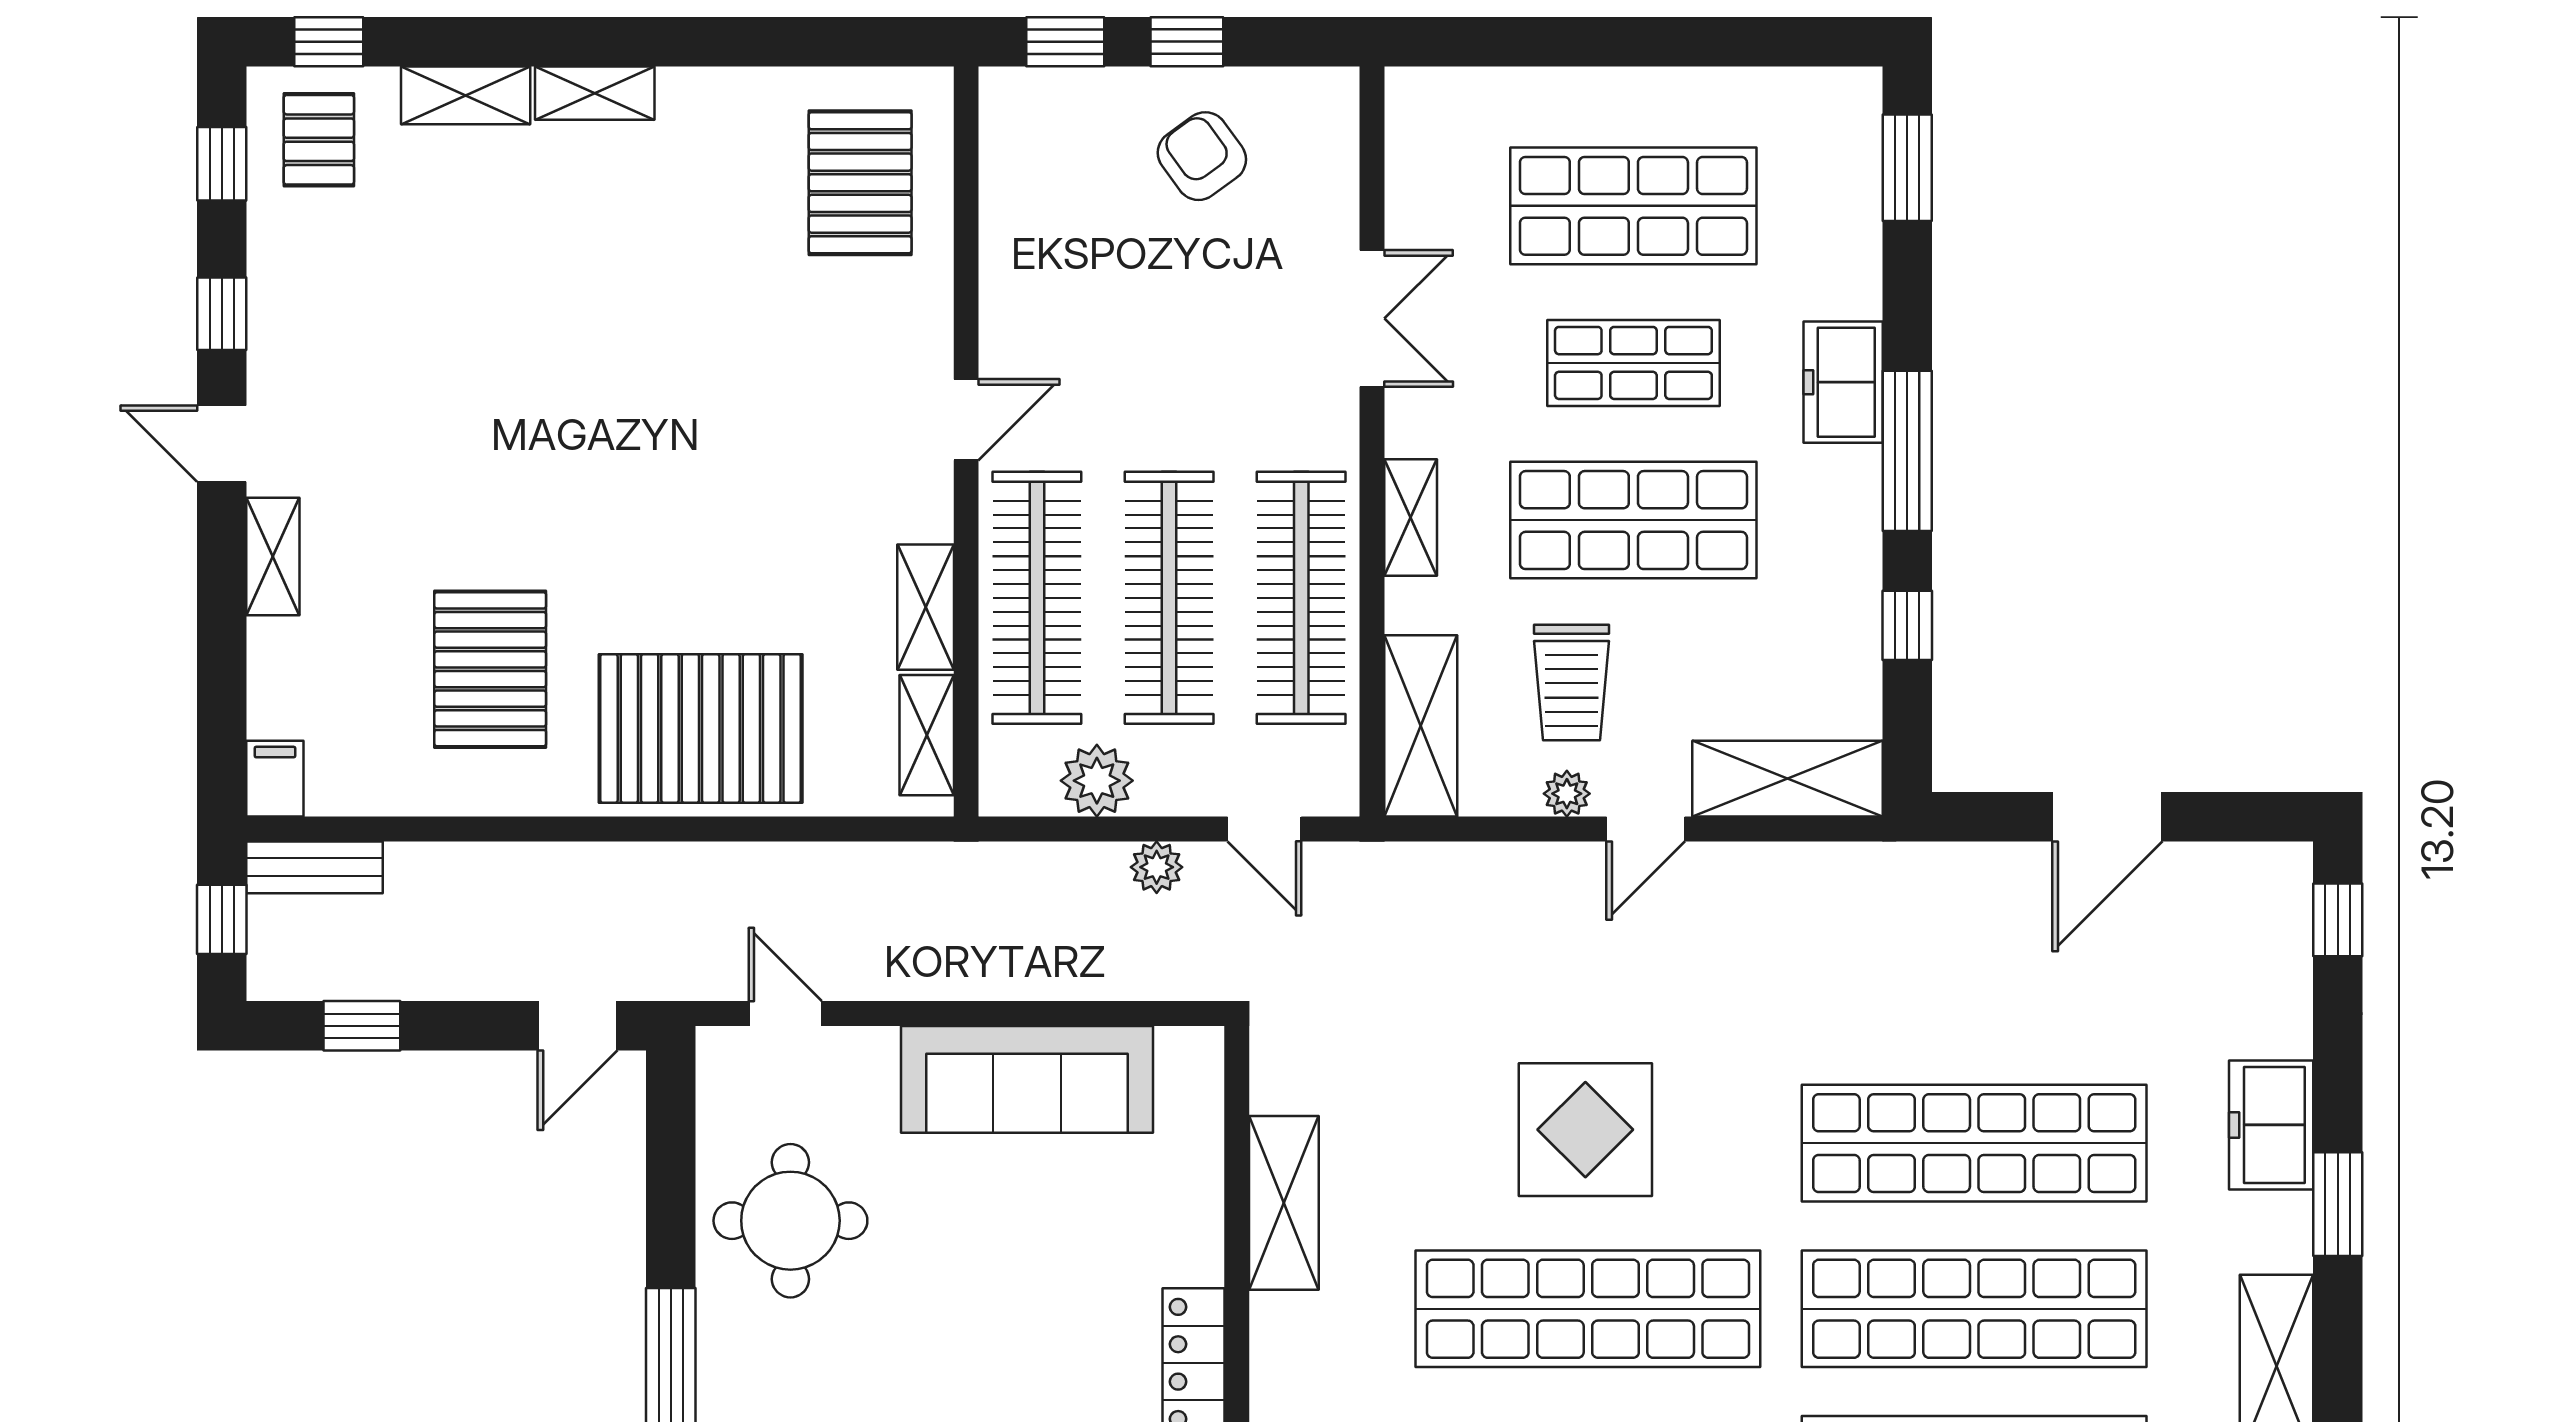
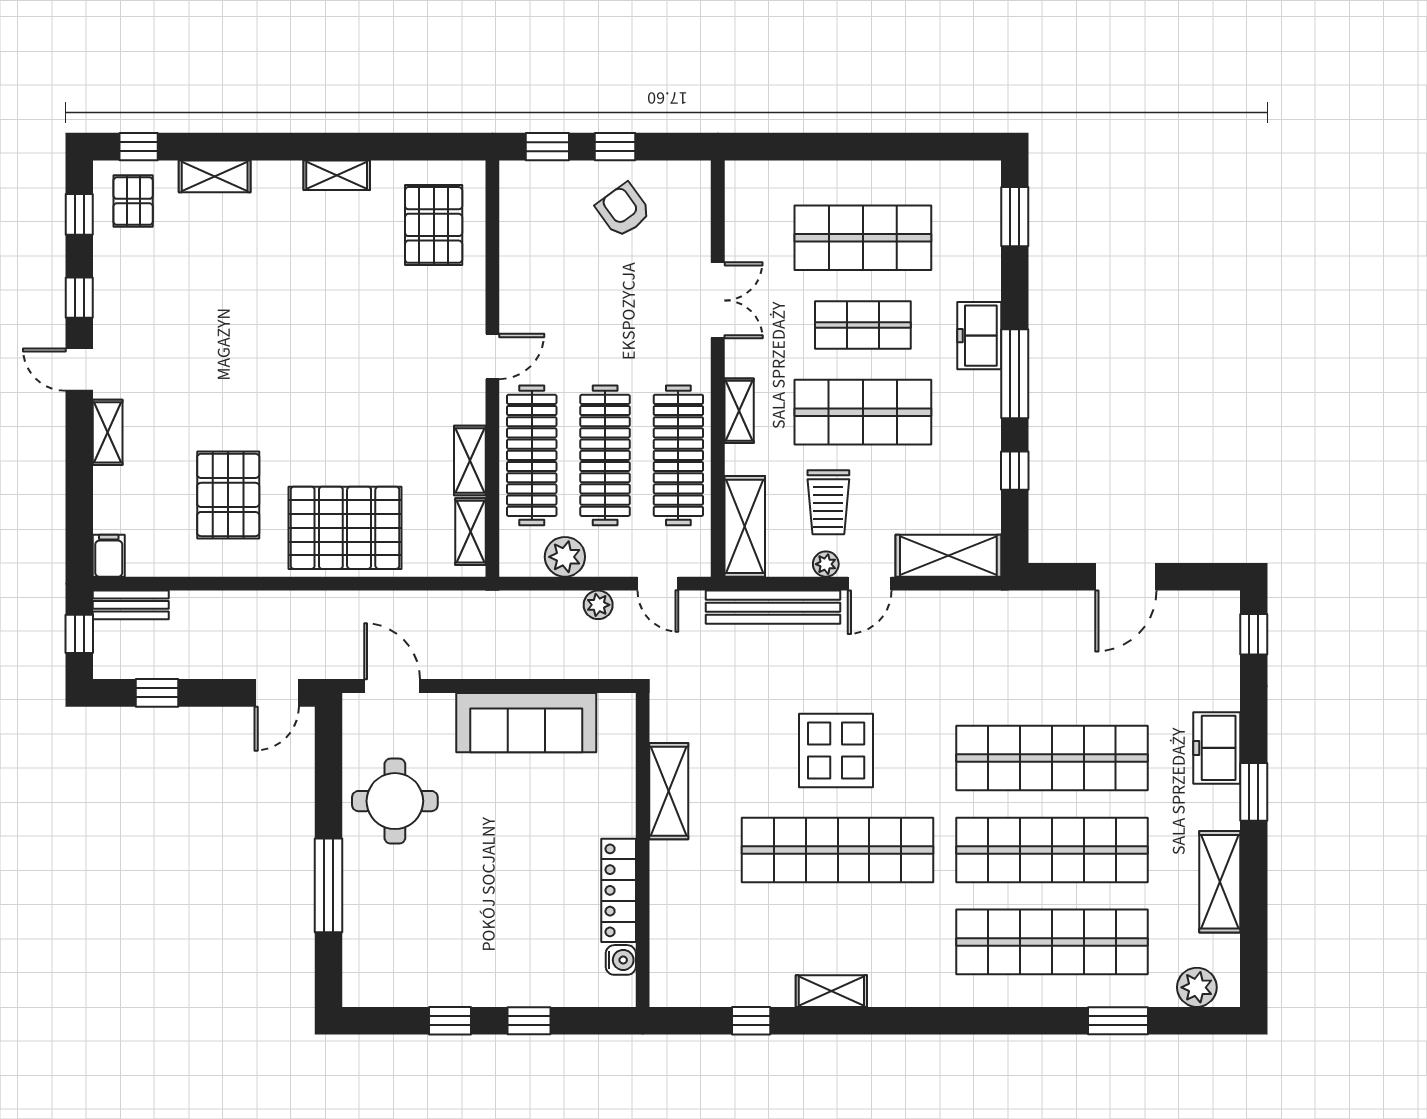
shelving: (595, 93) -> (337, 175), moved
bench: (1472, 871) -> (773, 607), added
door: (785, 1014) -> (392, 686), width x1.38

